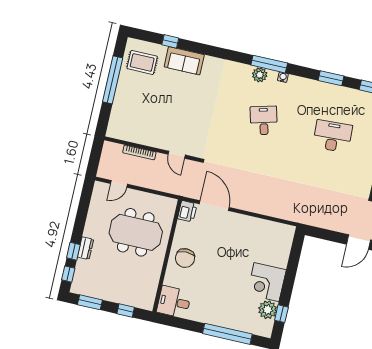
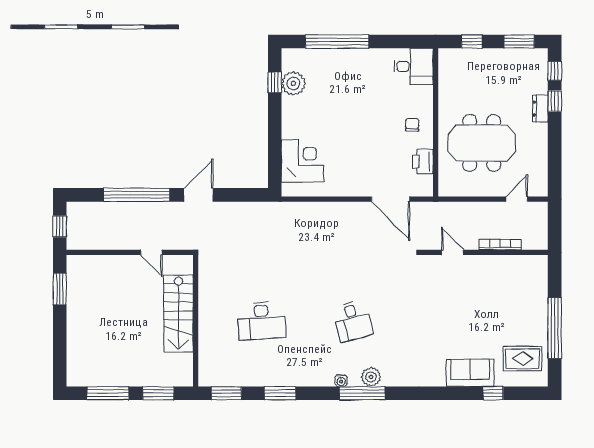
printer: (187, 211) -> (423, 162), moved
chair: (185, 258) -> (412, 125), width x0.54, depth x0.54
corner desk: (267, 282) -> (303, 161), moved

